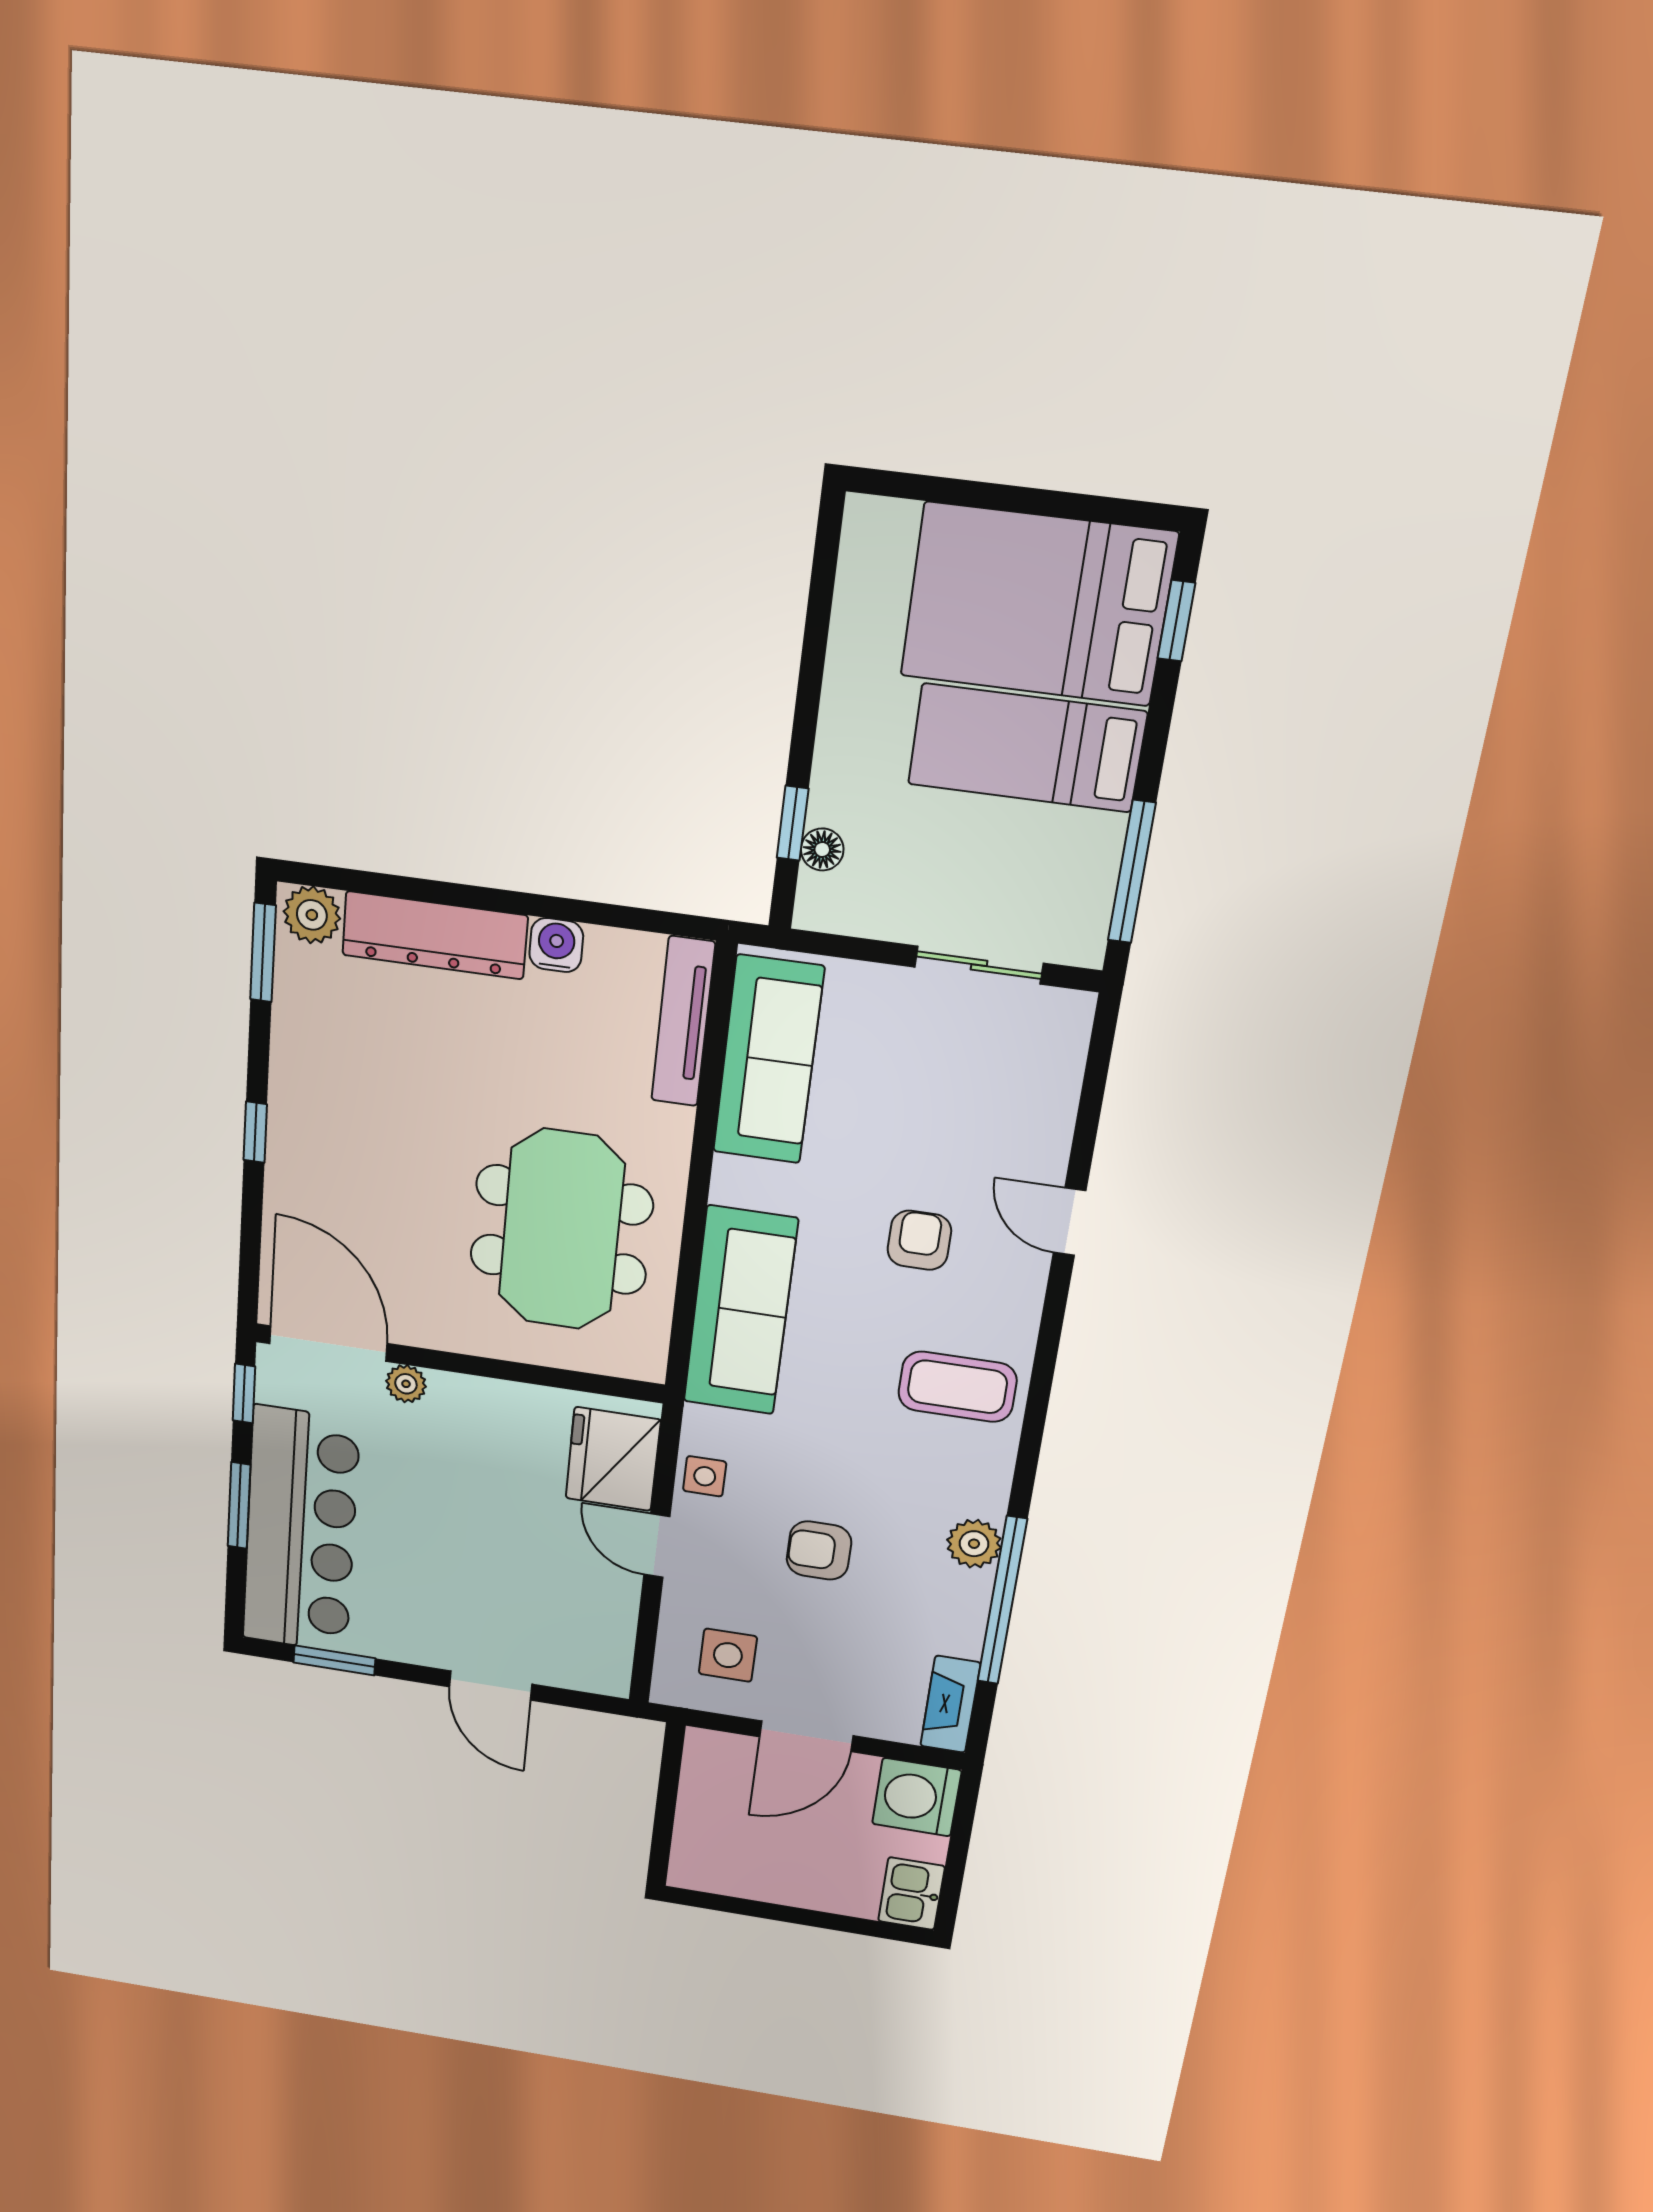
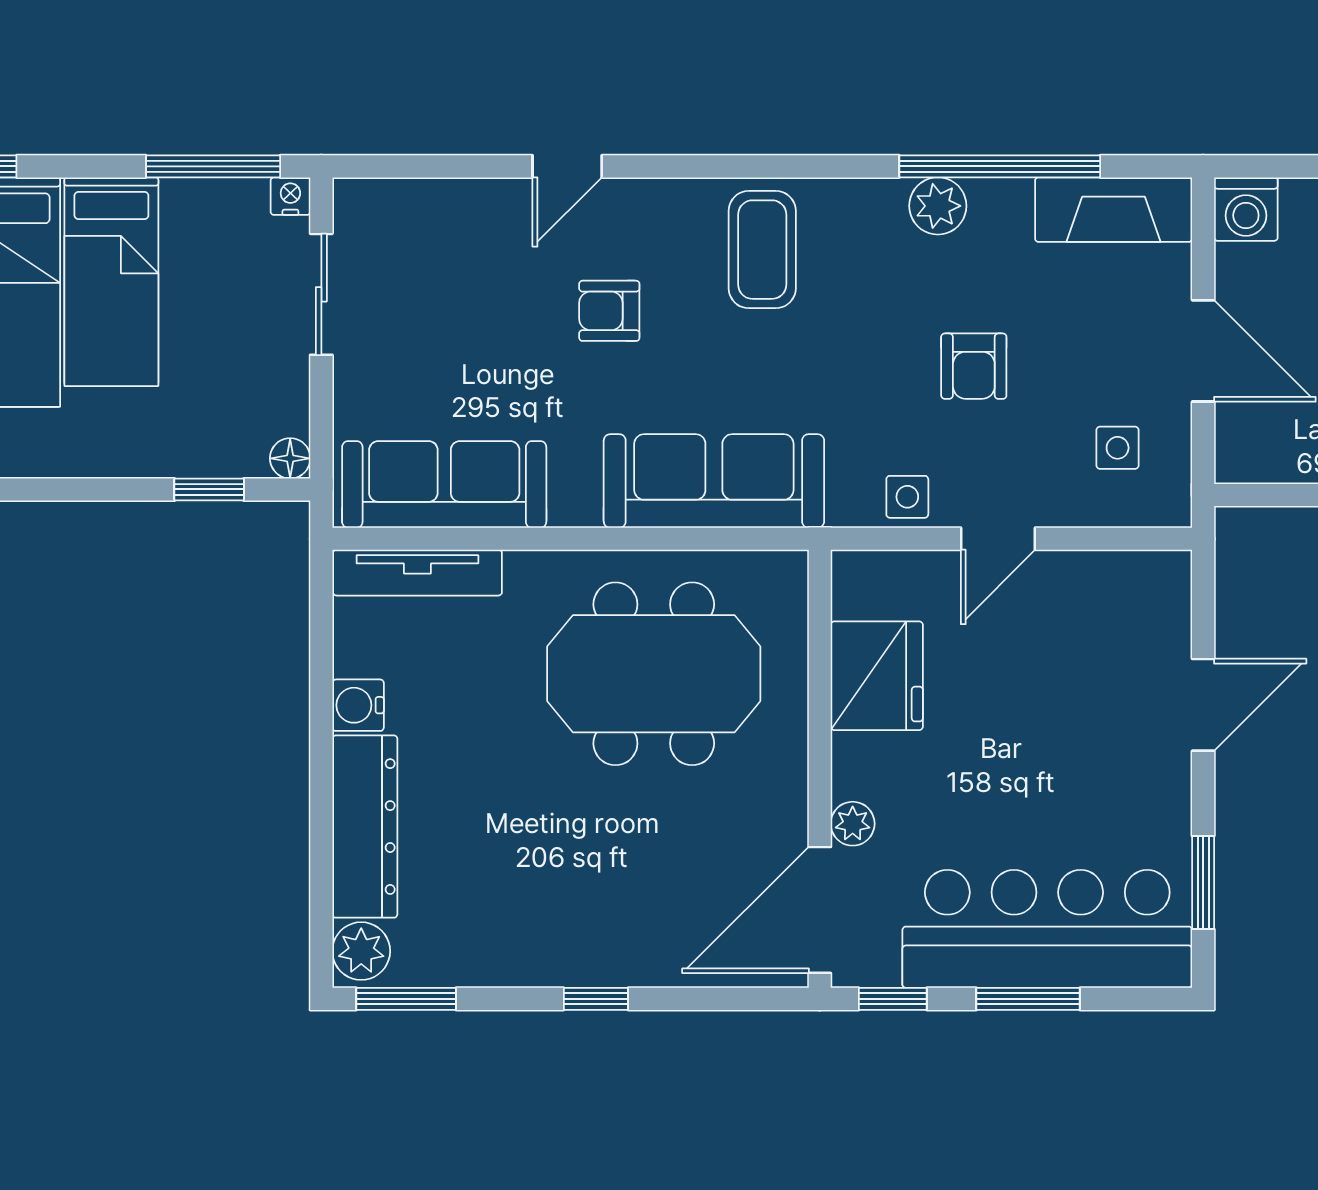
floor lamp: (822, 849) -> (290, 458), moved
nightstand: (1086, 948) -> (290, 196), added
fridge: (613, 1459) -> (877, 676), moved, turned -90
side table: (728, 1655) -> (1118, 448), width x0.73, depth x0.73
fireplace: (950, 1704) -> (1114, 210), width x1.37, depth x1.32
washing machine: (917, 1797) -> (1246, 209), width x0.73, depth x0.73

